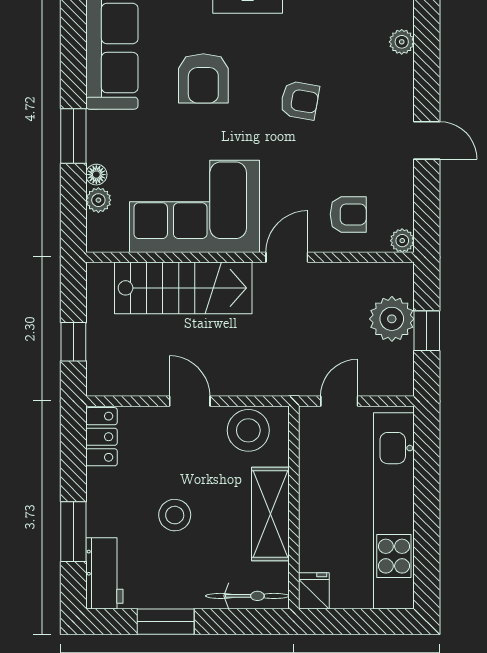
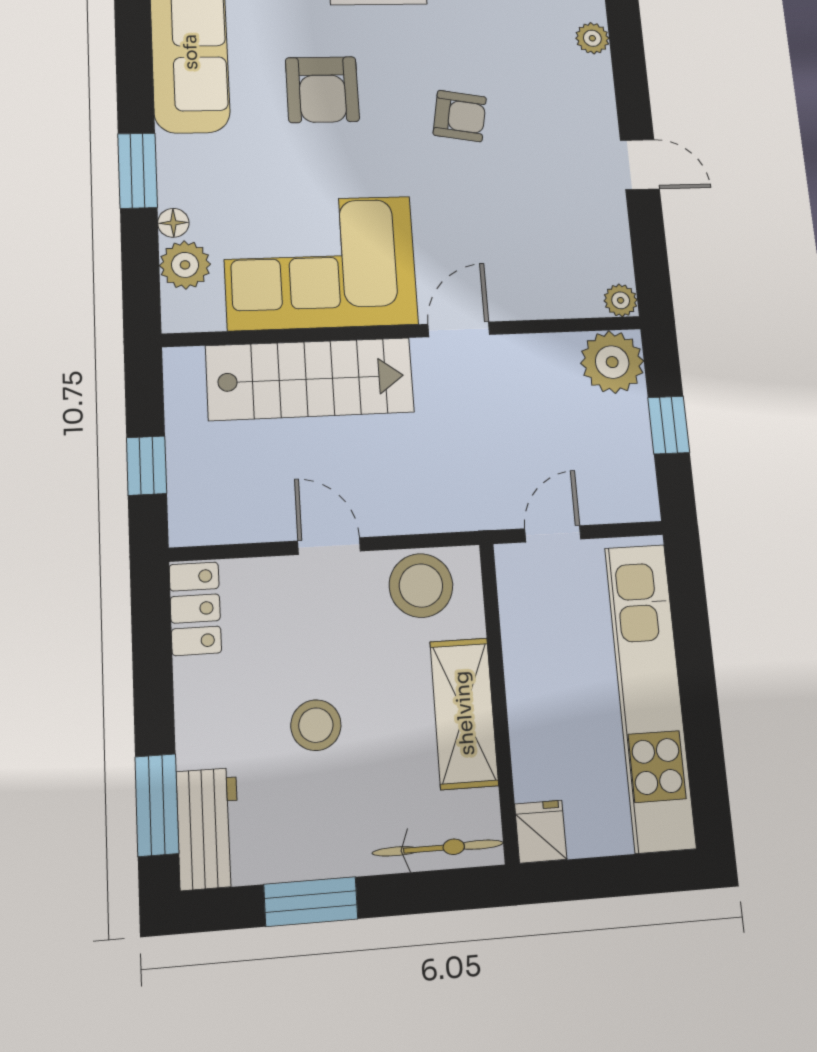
plant: (98, 200) -> (185, 265), width x1.38, depth x1.38
armchair: (348, 214) -> (541, 267), removed
plant: (392, 319) -> (612, 362), moved
window: (73, 532) -> (157, 805), moved

